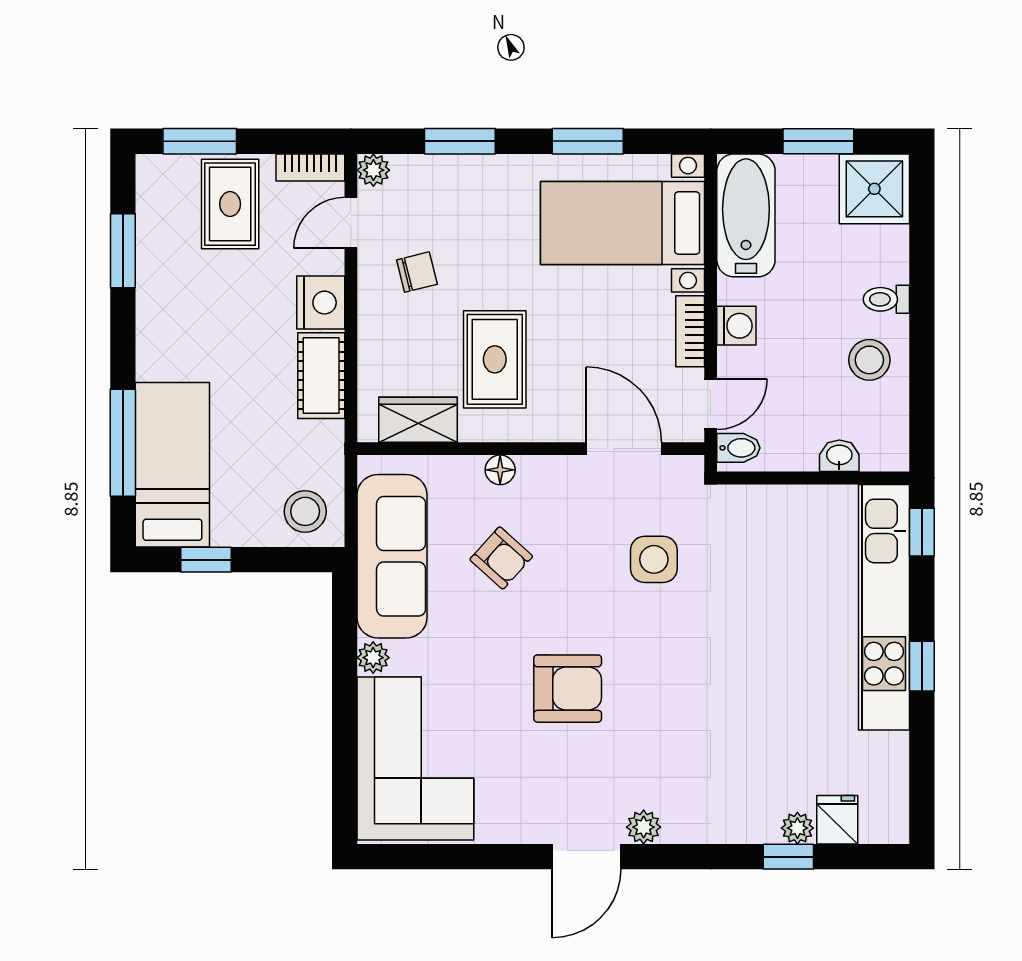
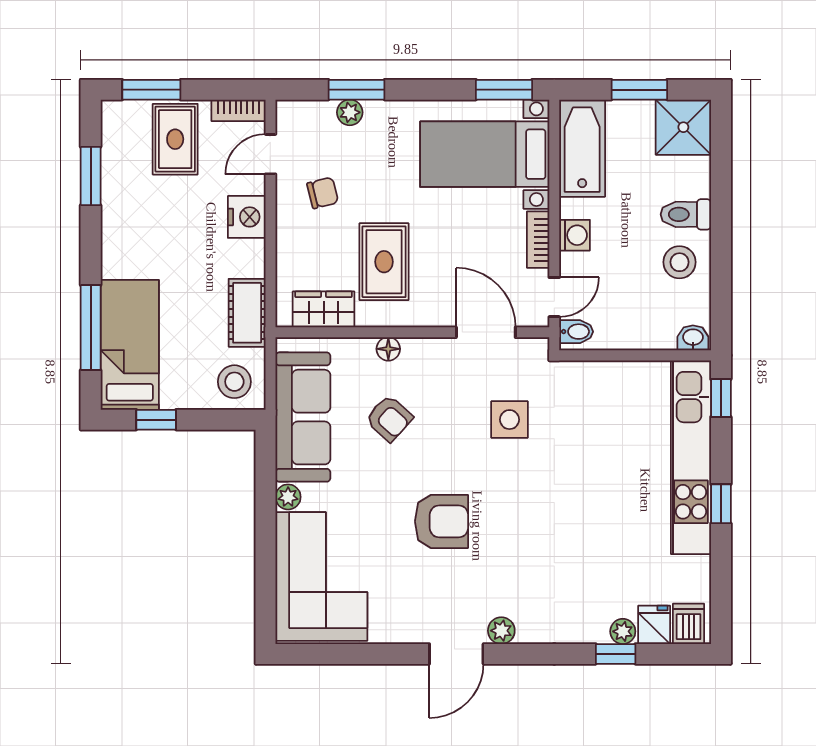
window: (588, 141) -> (504, 90), moved
plant: (373, 170) -> (350, 112), moved
toilet: (886, 299) -> (686, 214), width x1.37, depth x1.39
cot: (321, 376) -> (247, 313), moved
washbasin: (839, 456) -> (693, 338), moved
dishwasher: (881, 818) -> (689, 624), added

